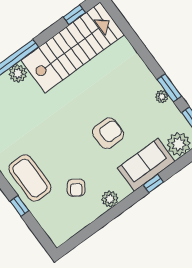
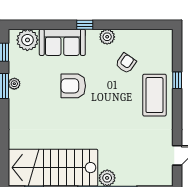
window: (153, 184) -> (85, 25), moved

